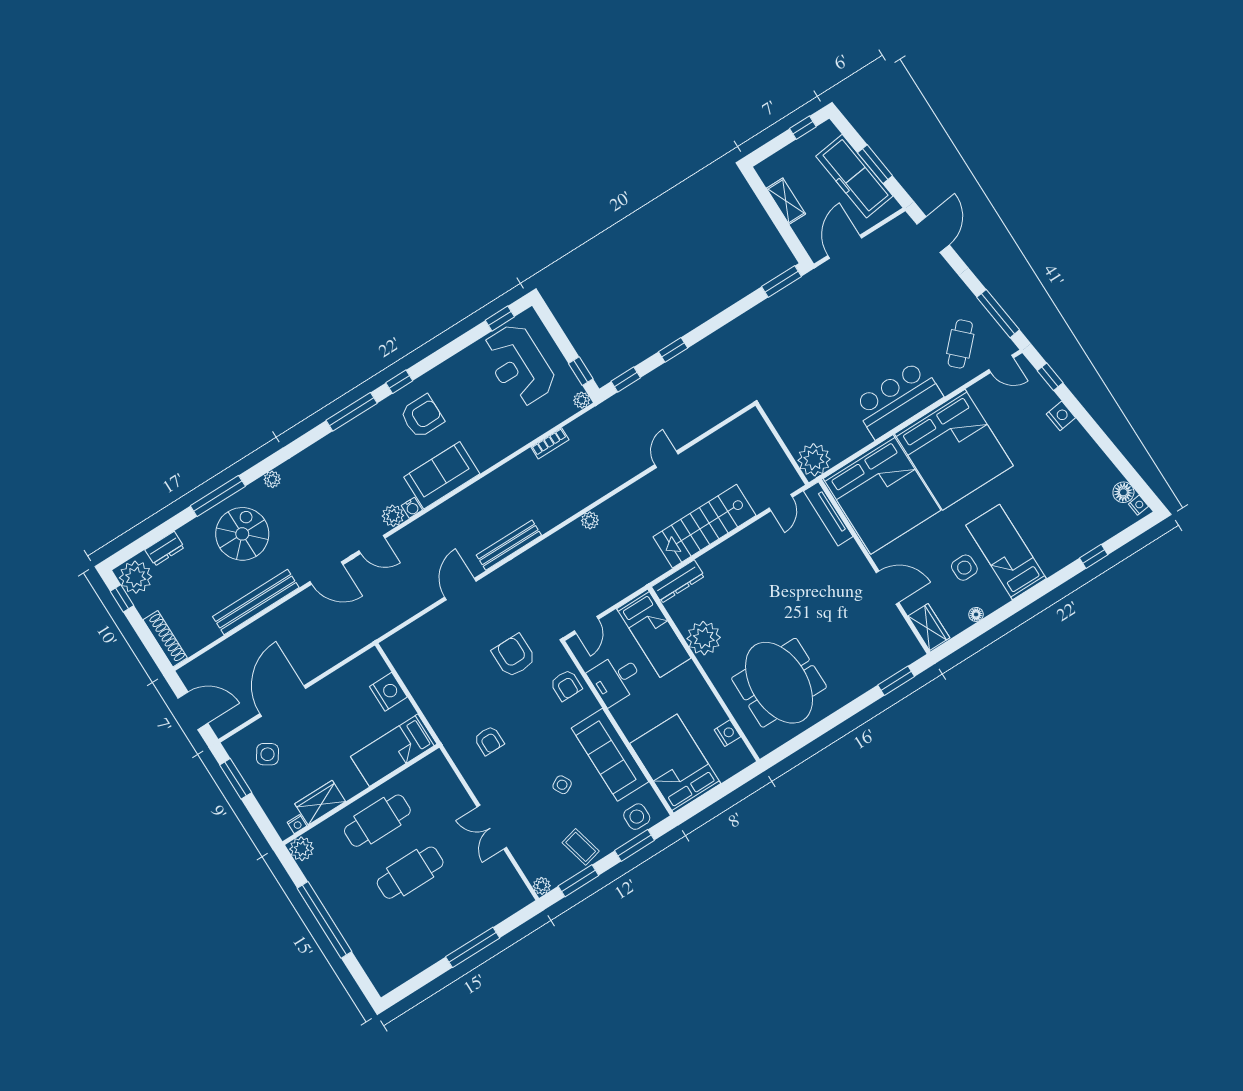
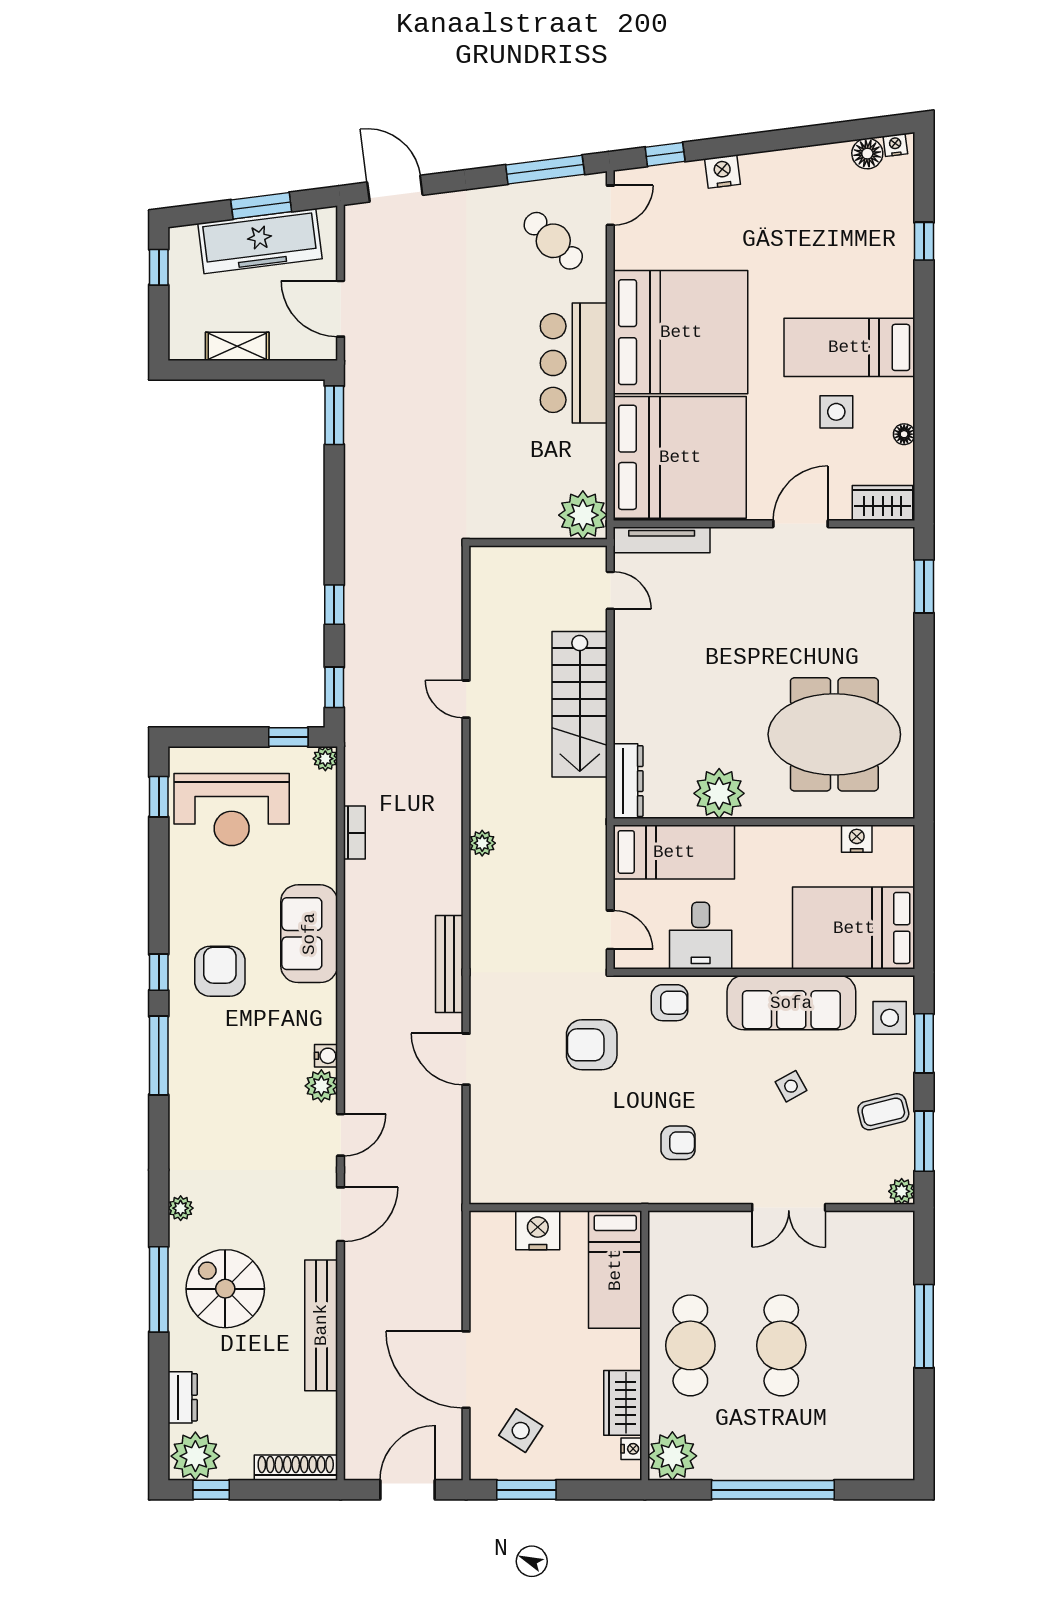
sofa: (442, 475) -> (309, 934), moved
plant: (302, 849) -> (672, 1456), width x1.36, depth x1.36

